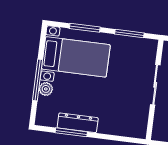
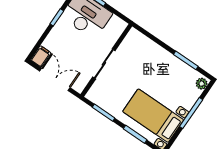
plant: (46, 89) -> (202, 84), moved
dresser: (78, 123) -> (177, 65), removed

